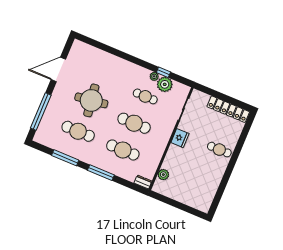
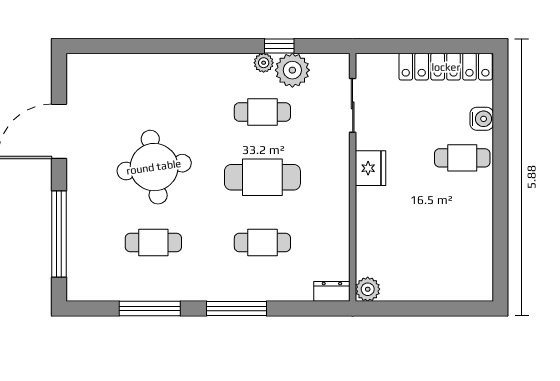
cafe table: (78, 131) -> (153, 242), width x0.73, depth x0.74
water cooler: (234, 137) -> (482, 119), added
cafe table: (123, 150) -> (262, 242), width x0.73, depth x0.74
plant: (163, 175) -> (368, 289), moved

